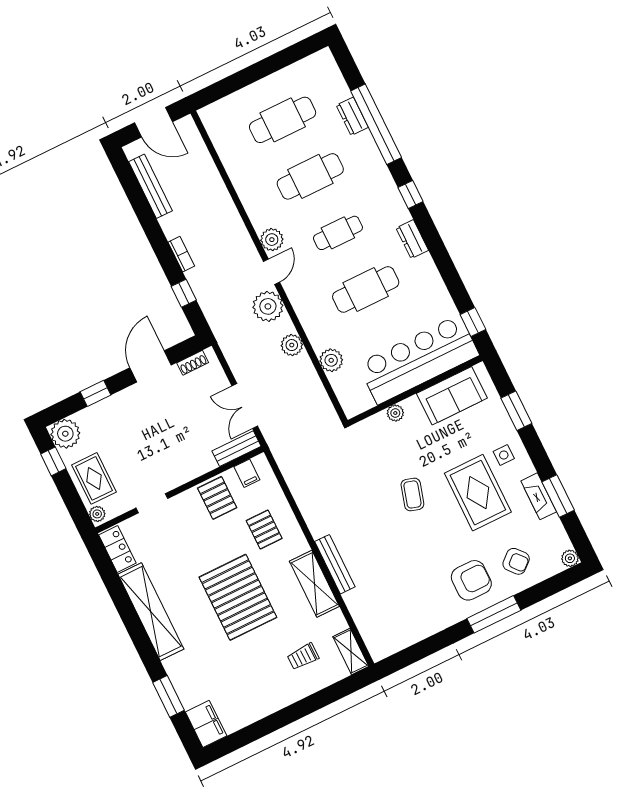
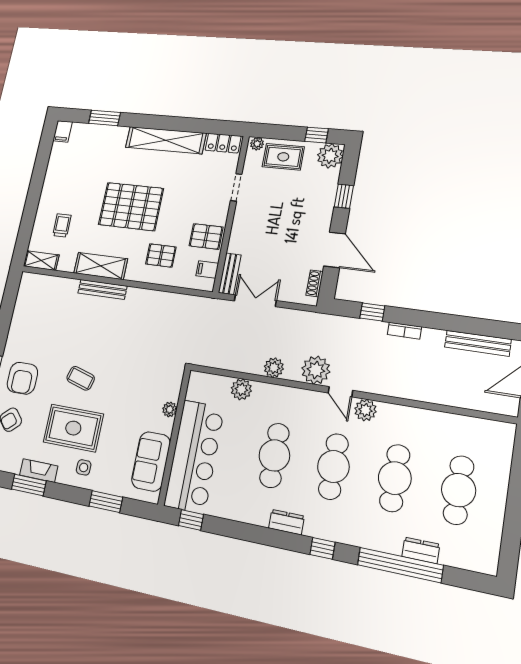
cafe table: (338, 233) -> (333, 466), width x1.37, depth x1.35
coffee table: (412, 494) -> (81, 378), moved
filing cabinet: (206, 724) -> (63, 131), width x0.50

